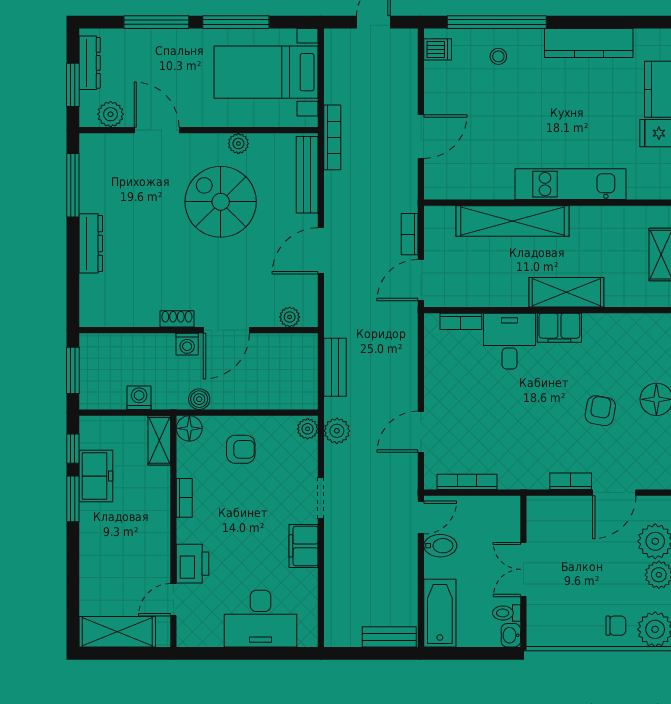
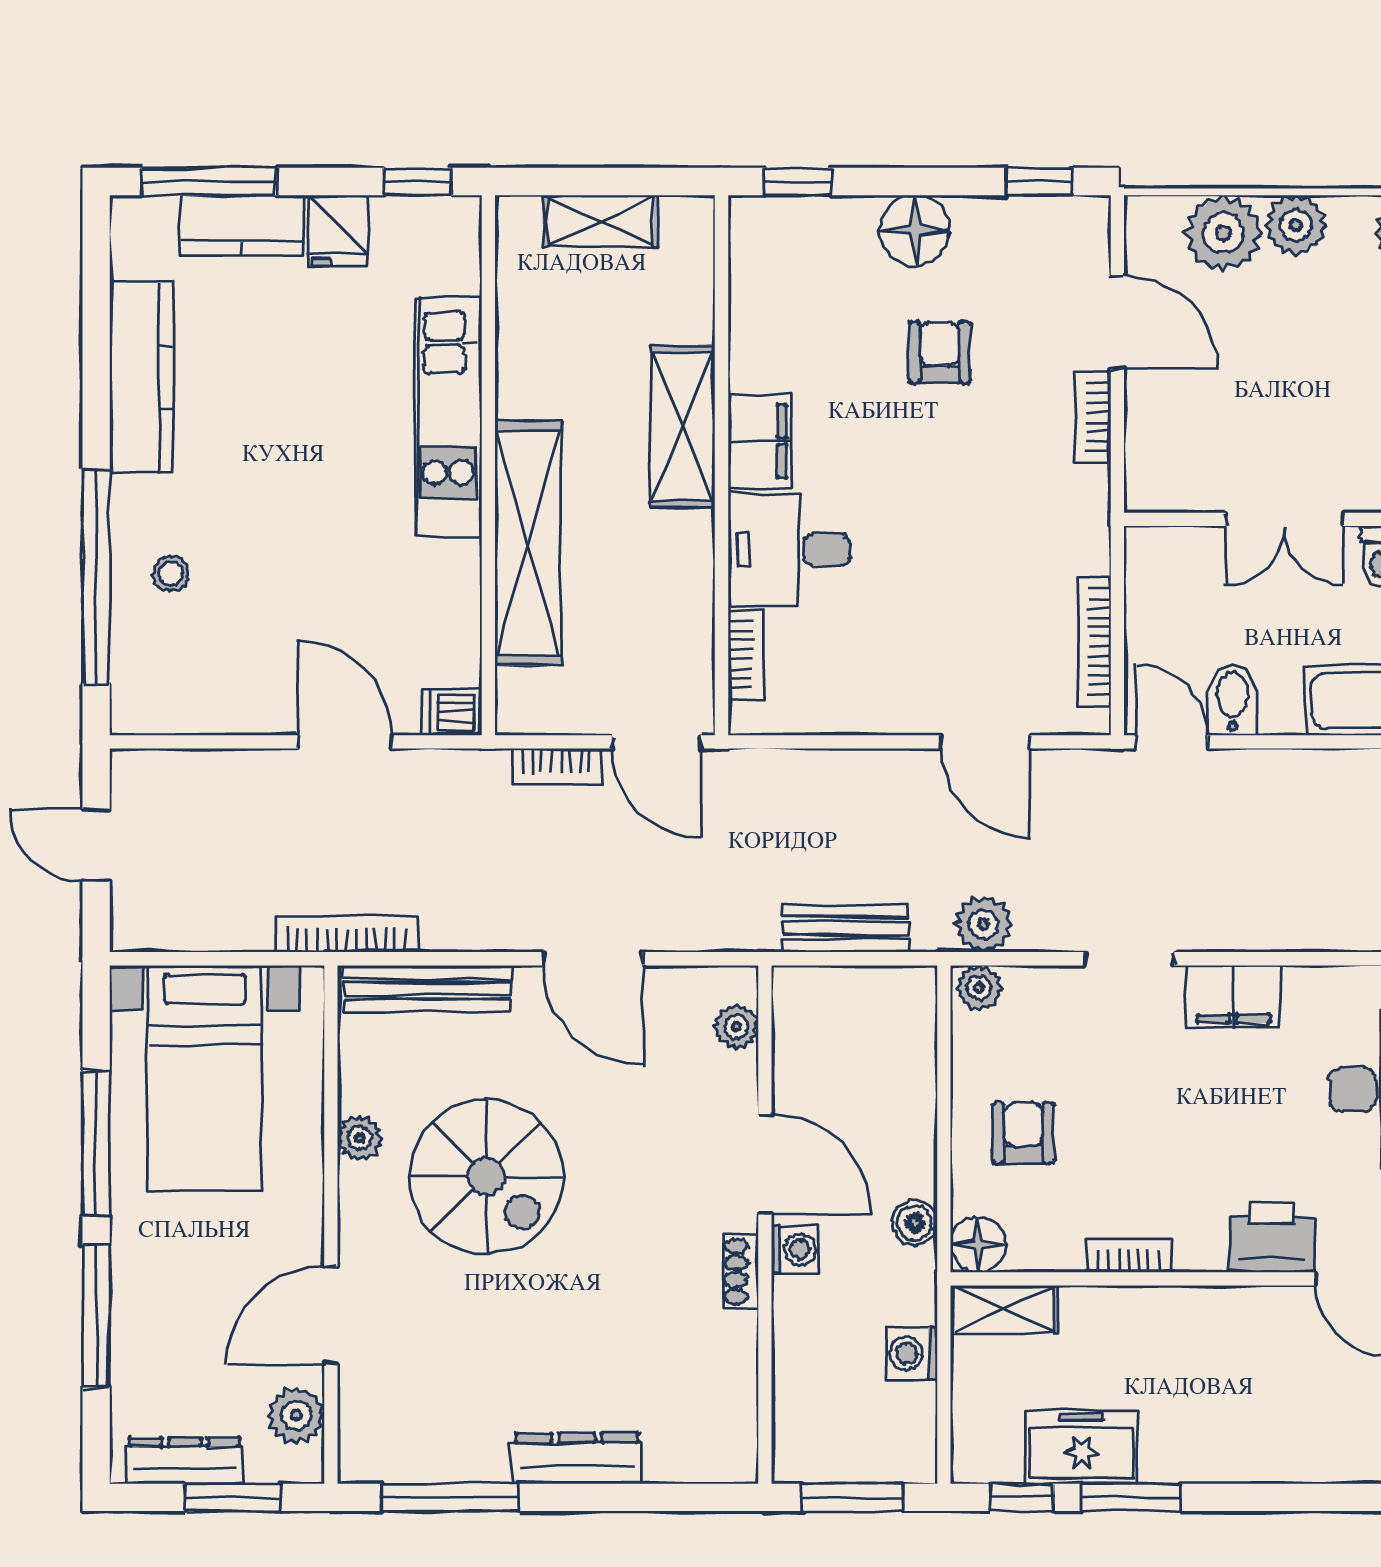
dishwasher: (438, 49) -> (452, 712), moved, turned -90
spiral stairs: (221, 202) -> (486, 1176), turned -90
armchair: (600, 411) -> (940, 352), turned 80

